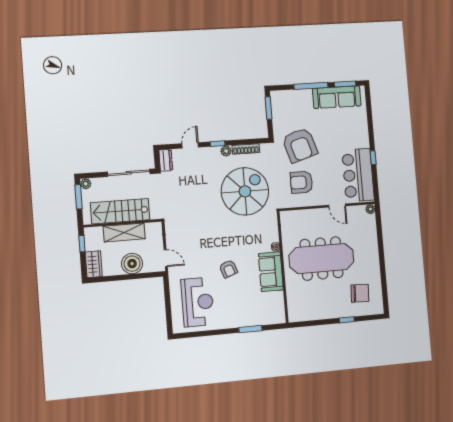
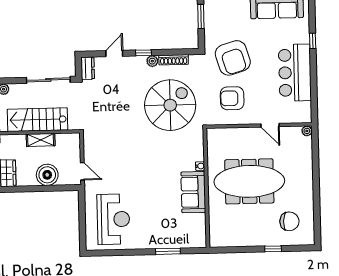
window: (373, 158) -> (313, 41), moved
bar counter: (358, 175) -> (295, 73), moved
shelving: (124, 233) -> (41, 140), width x0.67, depth x0.75
armchair: (228, 269) -> (148, 186), removed

